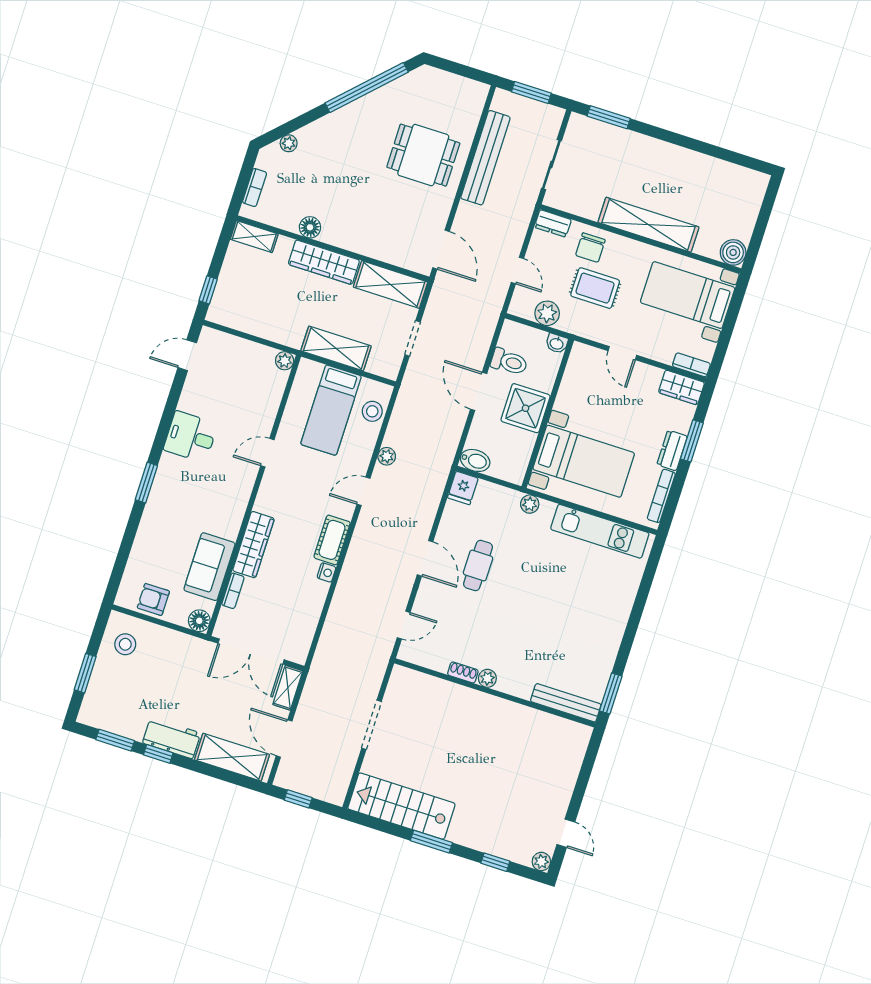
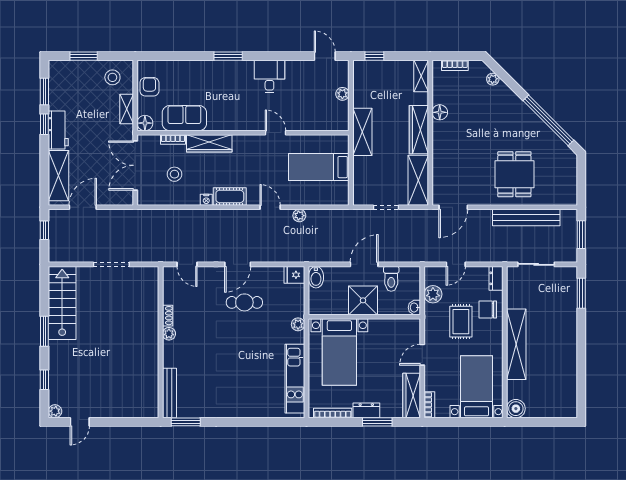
shelving: (336, 348) -> (362, 132), moved
plant: (285, 361) -> (342, 94), moved
wardrobe: (681, 387) -> (412, 395), width x1.50
stool: (372, 411) -> (174, 174), moved
shelving: (288, 688) -> (127, 109), moved, turned 90

